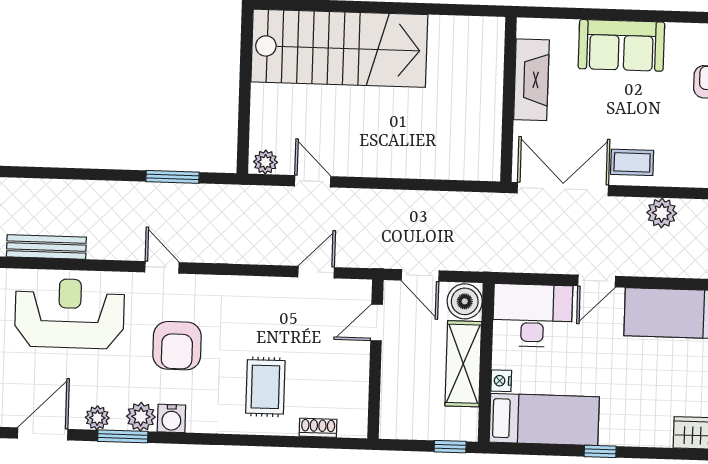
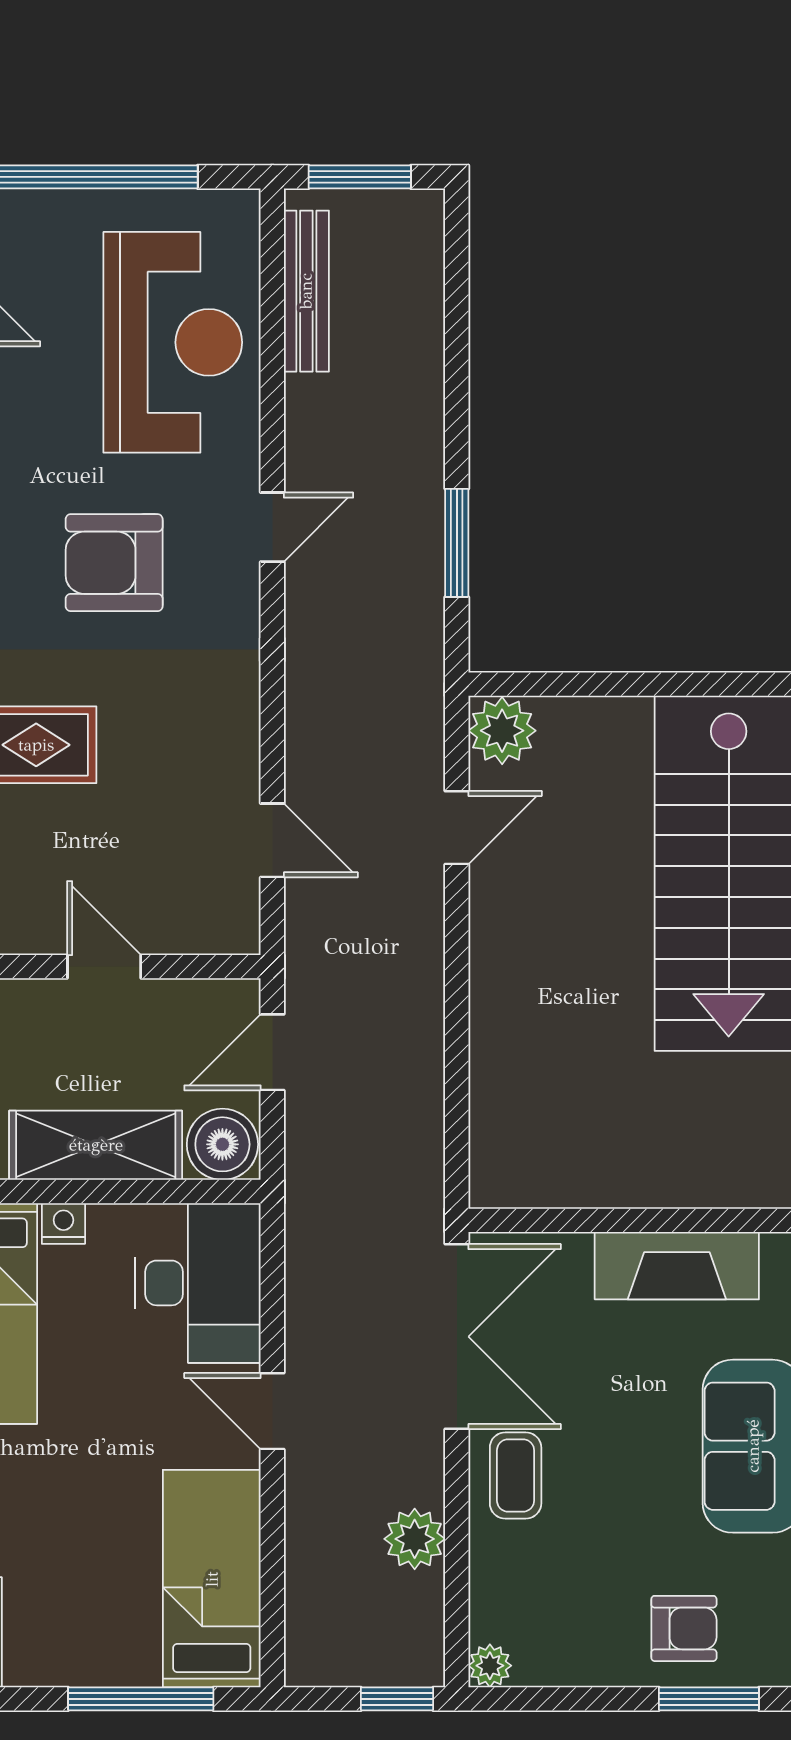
plant: (265, 162) -> (502, 731), width x1.38, depth x1.38
door: (377, 323) -> (104, 967), moved

